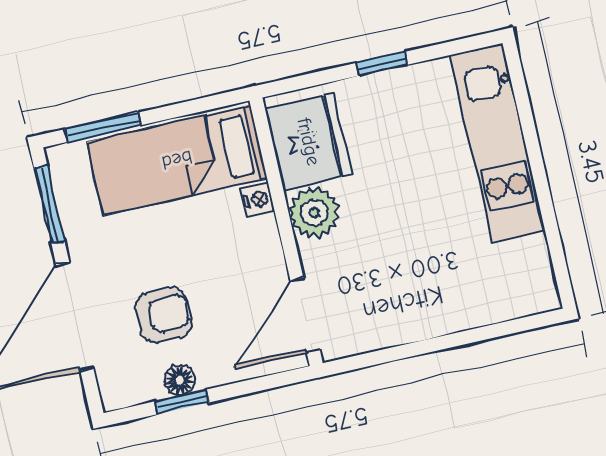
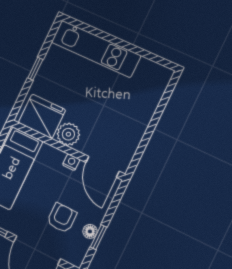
nightstand: (258, 199) -> (71, 162), moved

